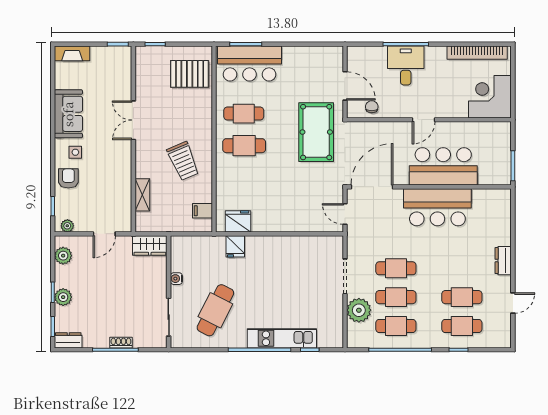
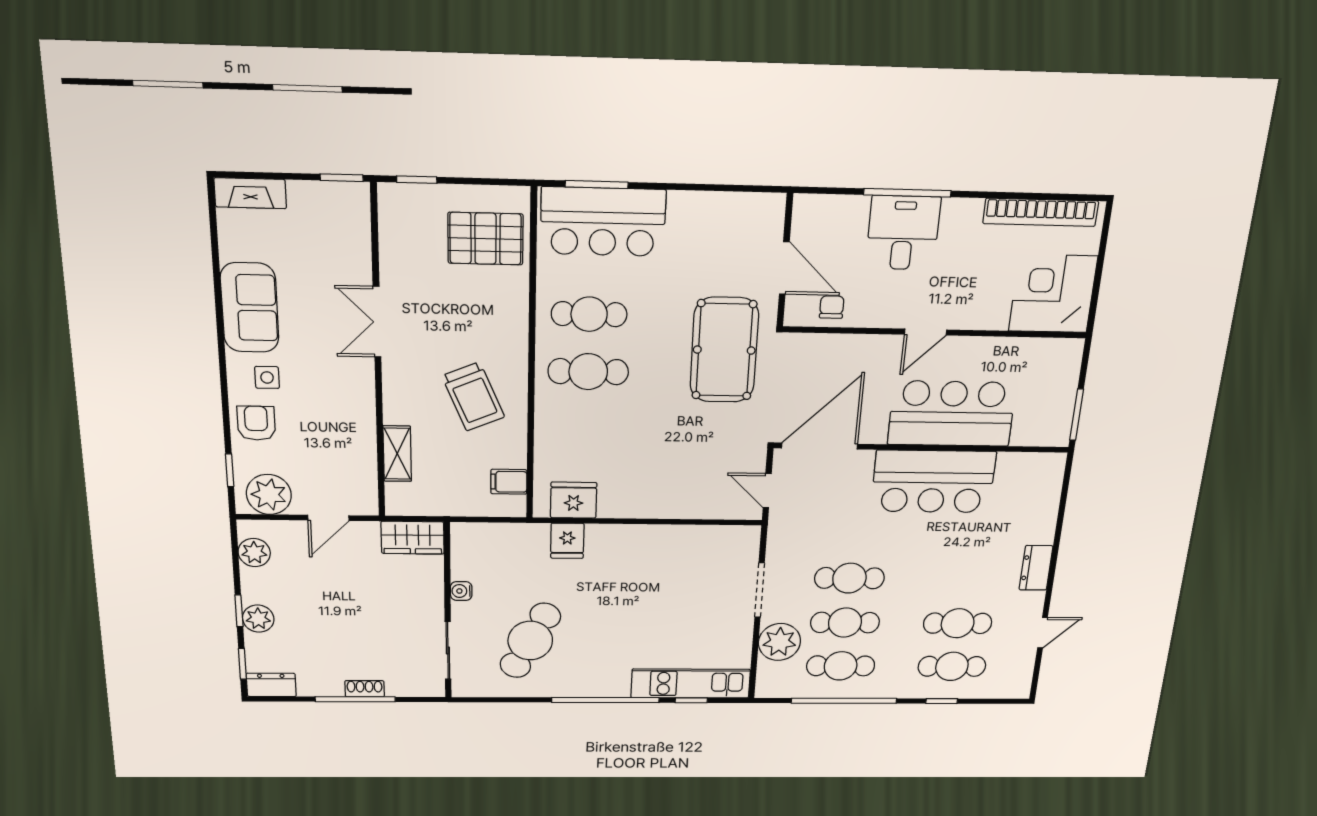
plant: (67, 226) -> (269, 494), width x1.87, depth x1.87
kitchen unit: (282, 338) -> (691, 683), moved

